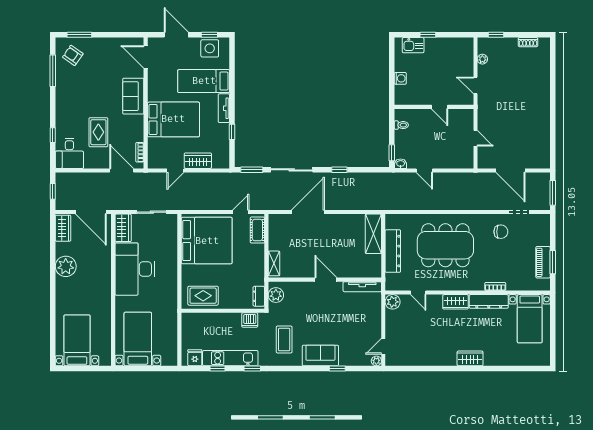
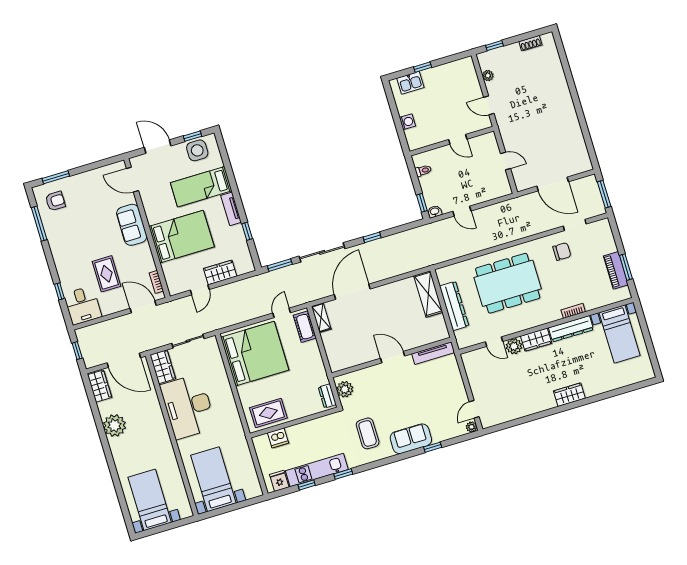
armchair: (73, 55) -> (55, 201), turned 145
shelving: (274, 263) -> (321, 318), moved
plant: (393, 302) -> (514, 346), moved
dishwasher: (250, 320) -> (278, 438), moved

